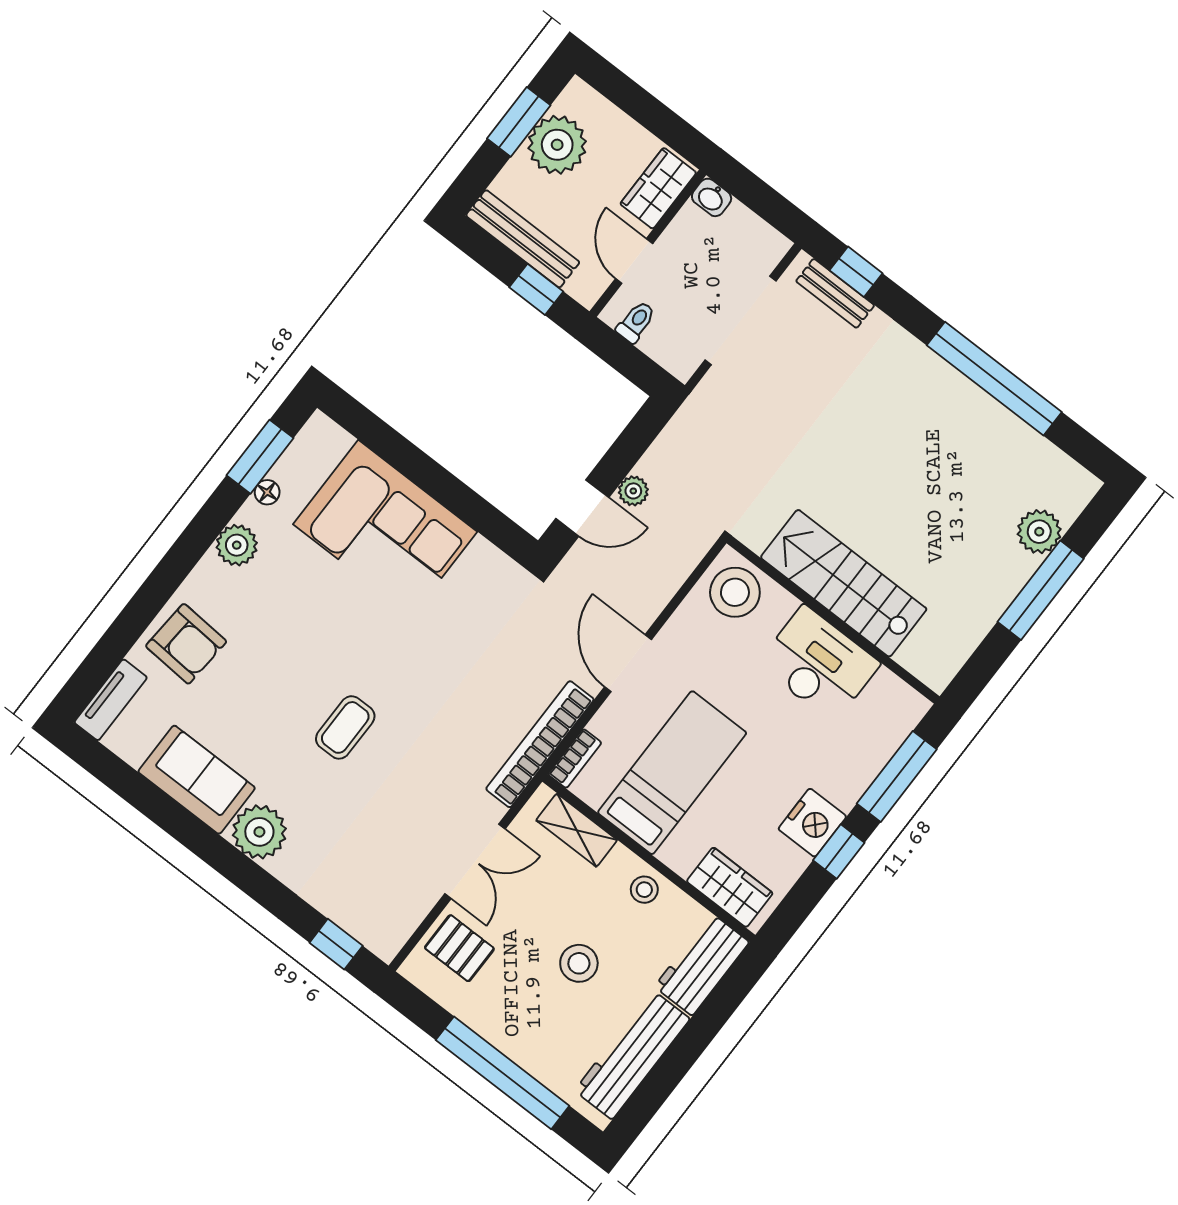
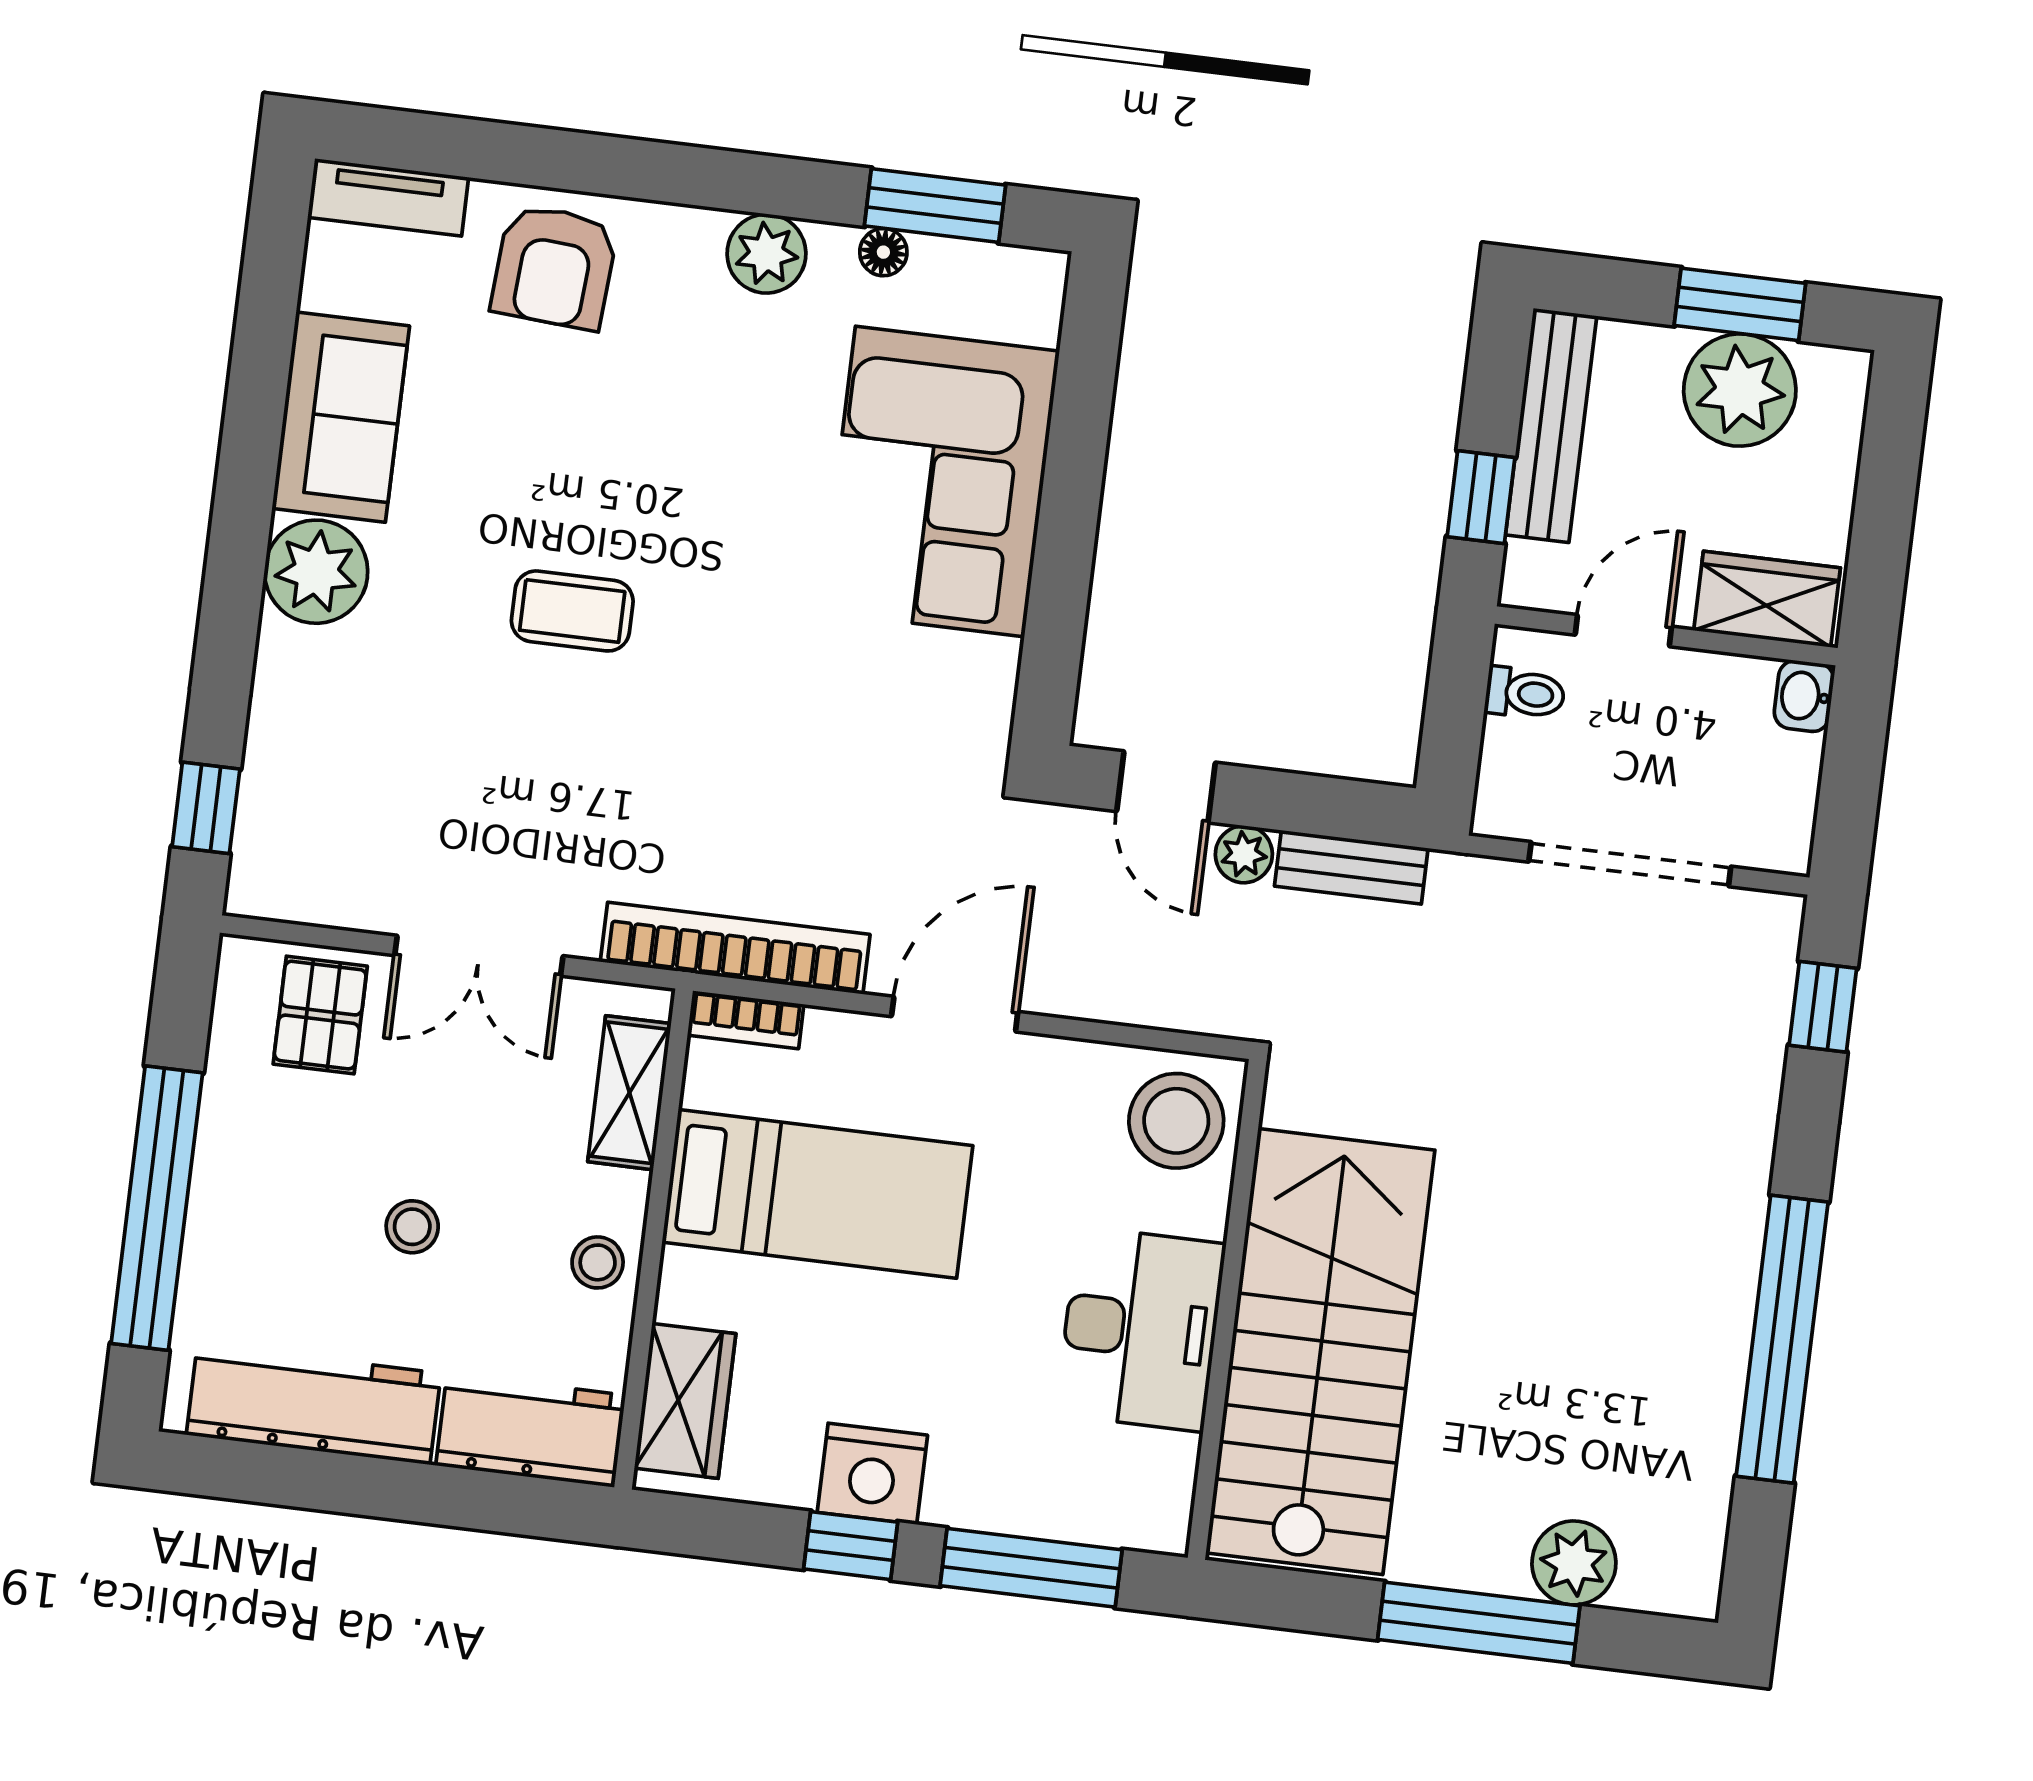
bench: (835, 293) -> (1351, 867), moved, turned 90
stairs: (844, 583) -> (1320, 1352), width x1.36, depth x1.51
stool: (579, 963) -> (412, 1227), width x0.73, depth x0.73

